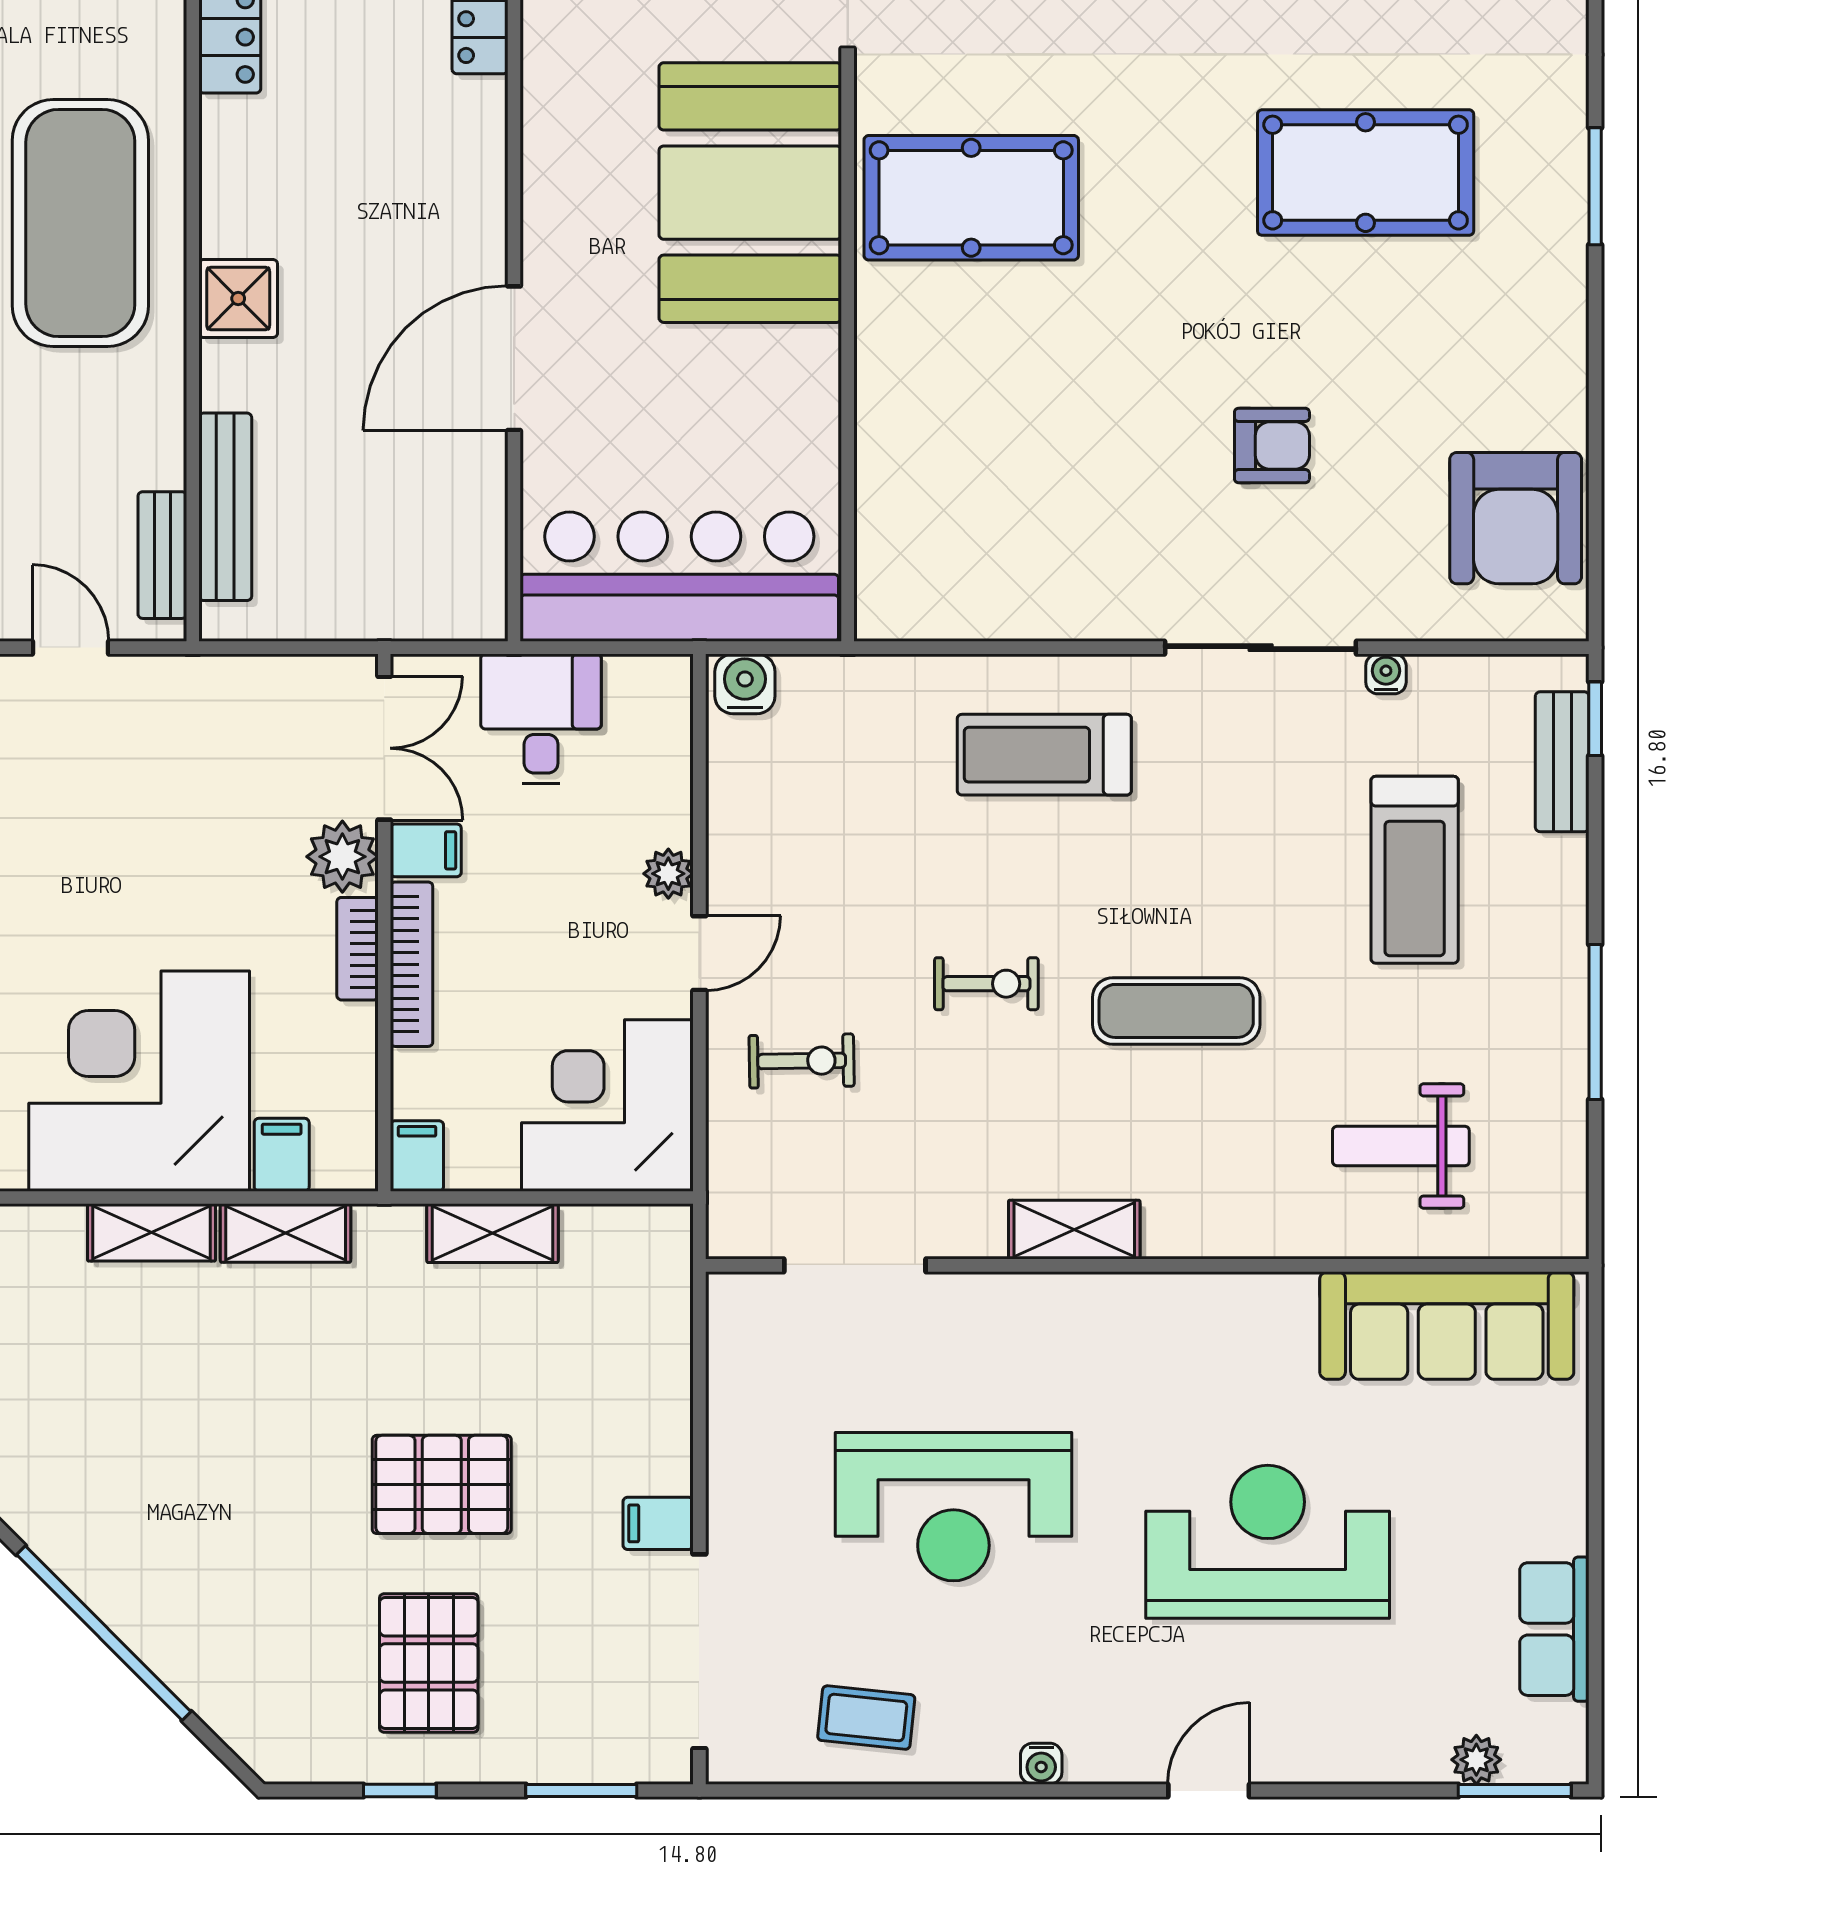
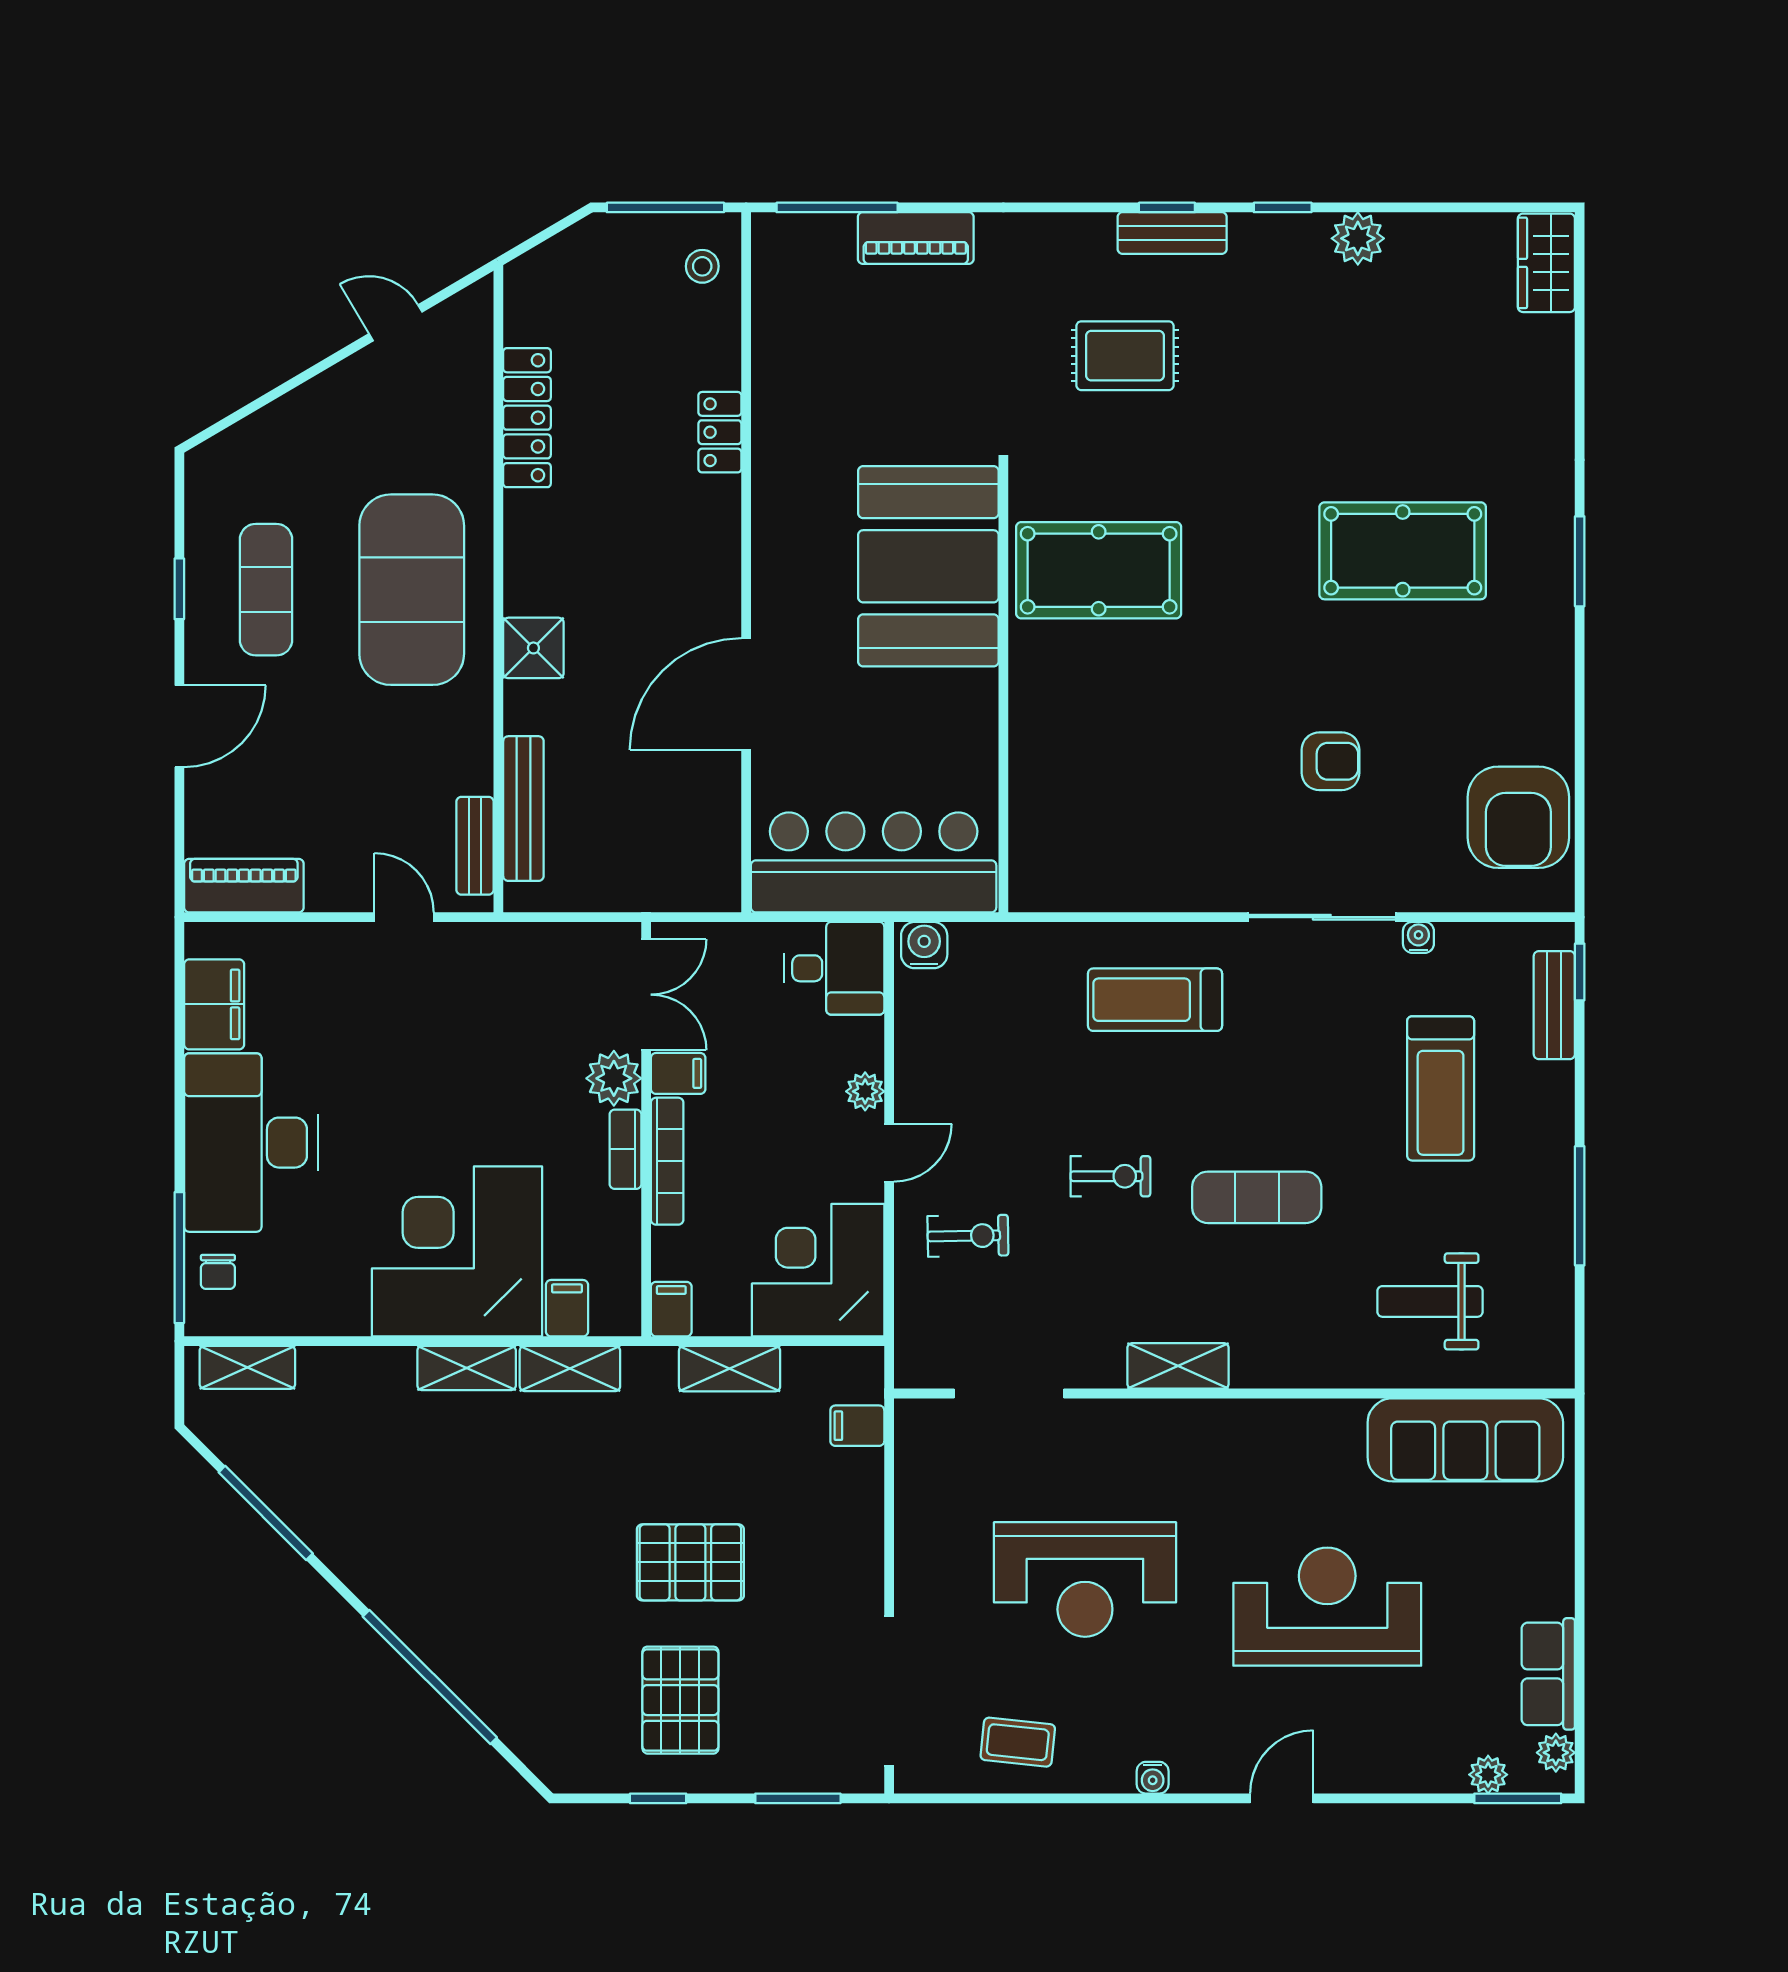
desk: (541, 719) -> (834, 968), moved, turned 90
filing cabinet: (658, 1523) -> (857, 1426), moved
plant: (1564, 1731) -> (1556, 1753), added

